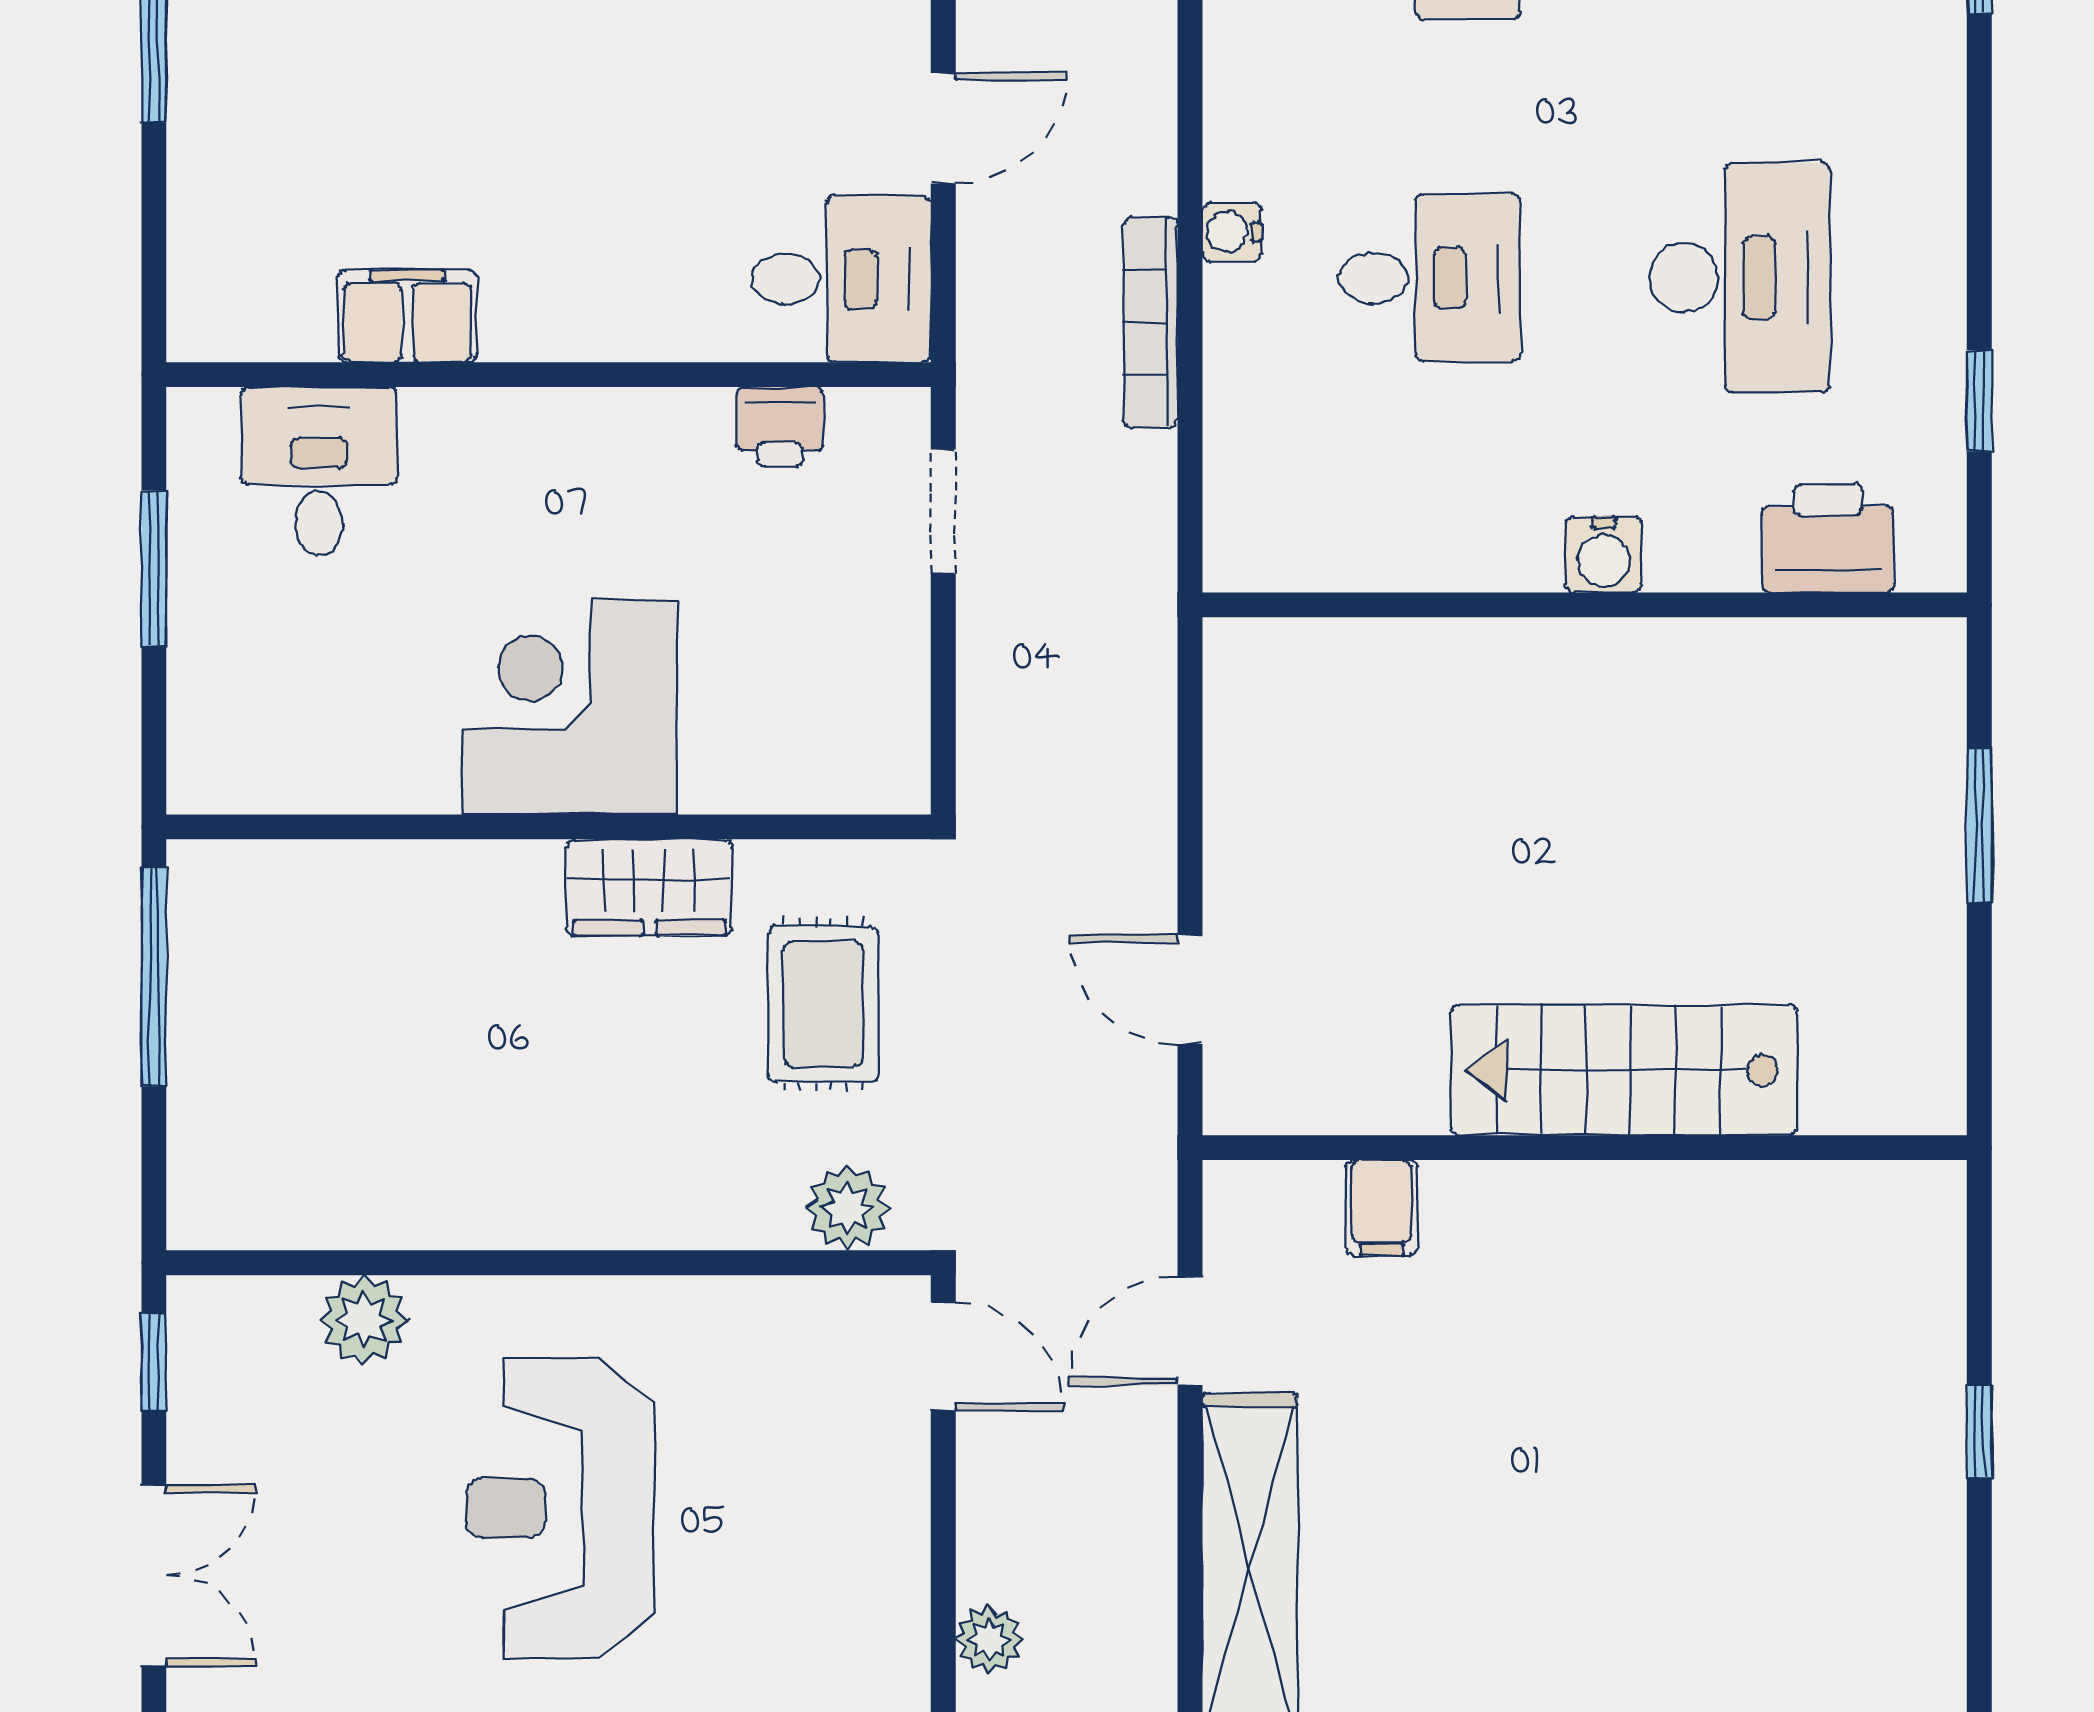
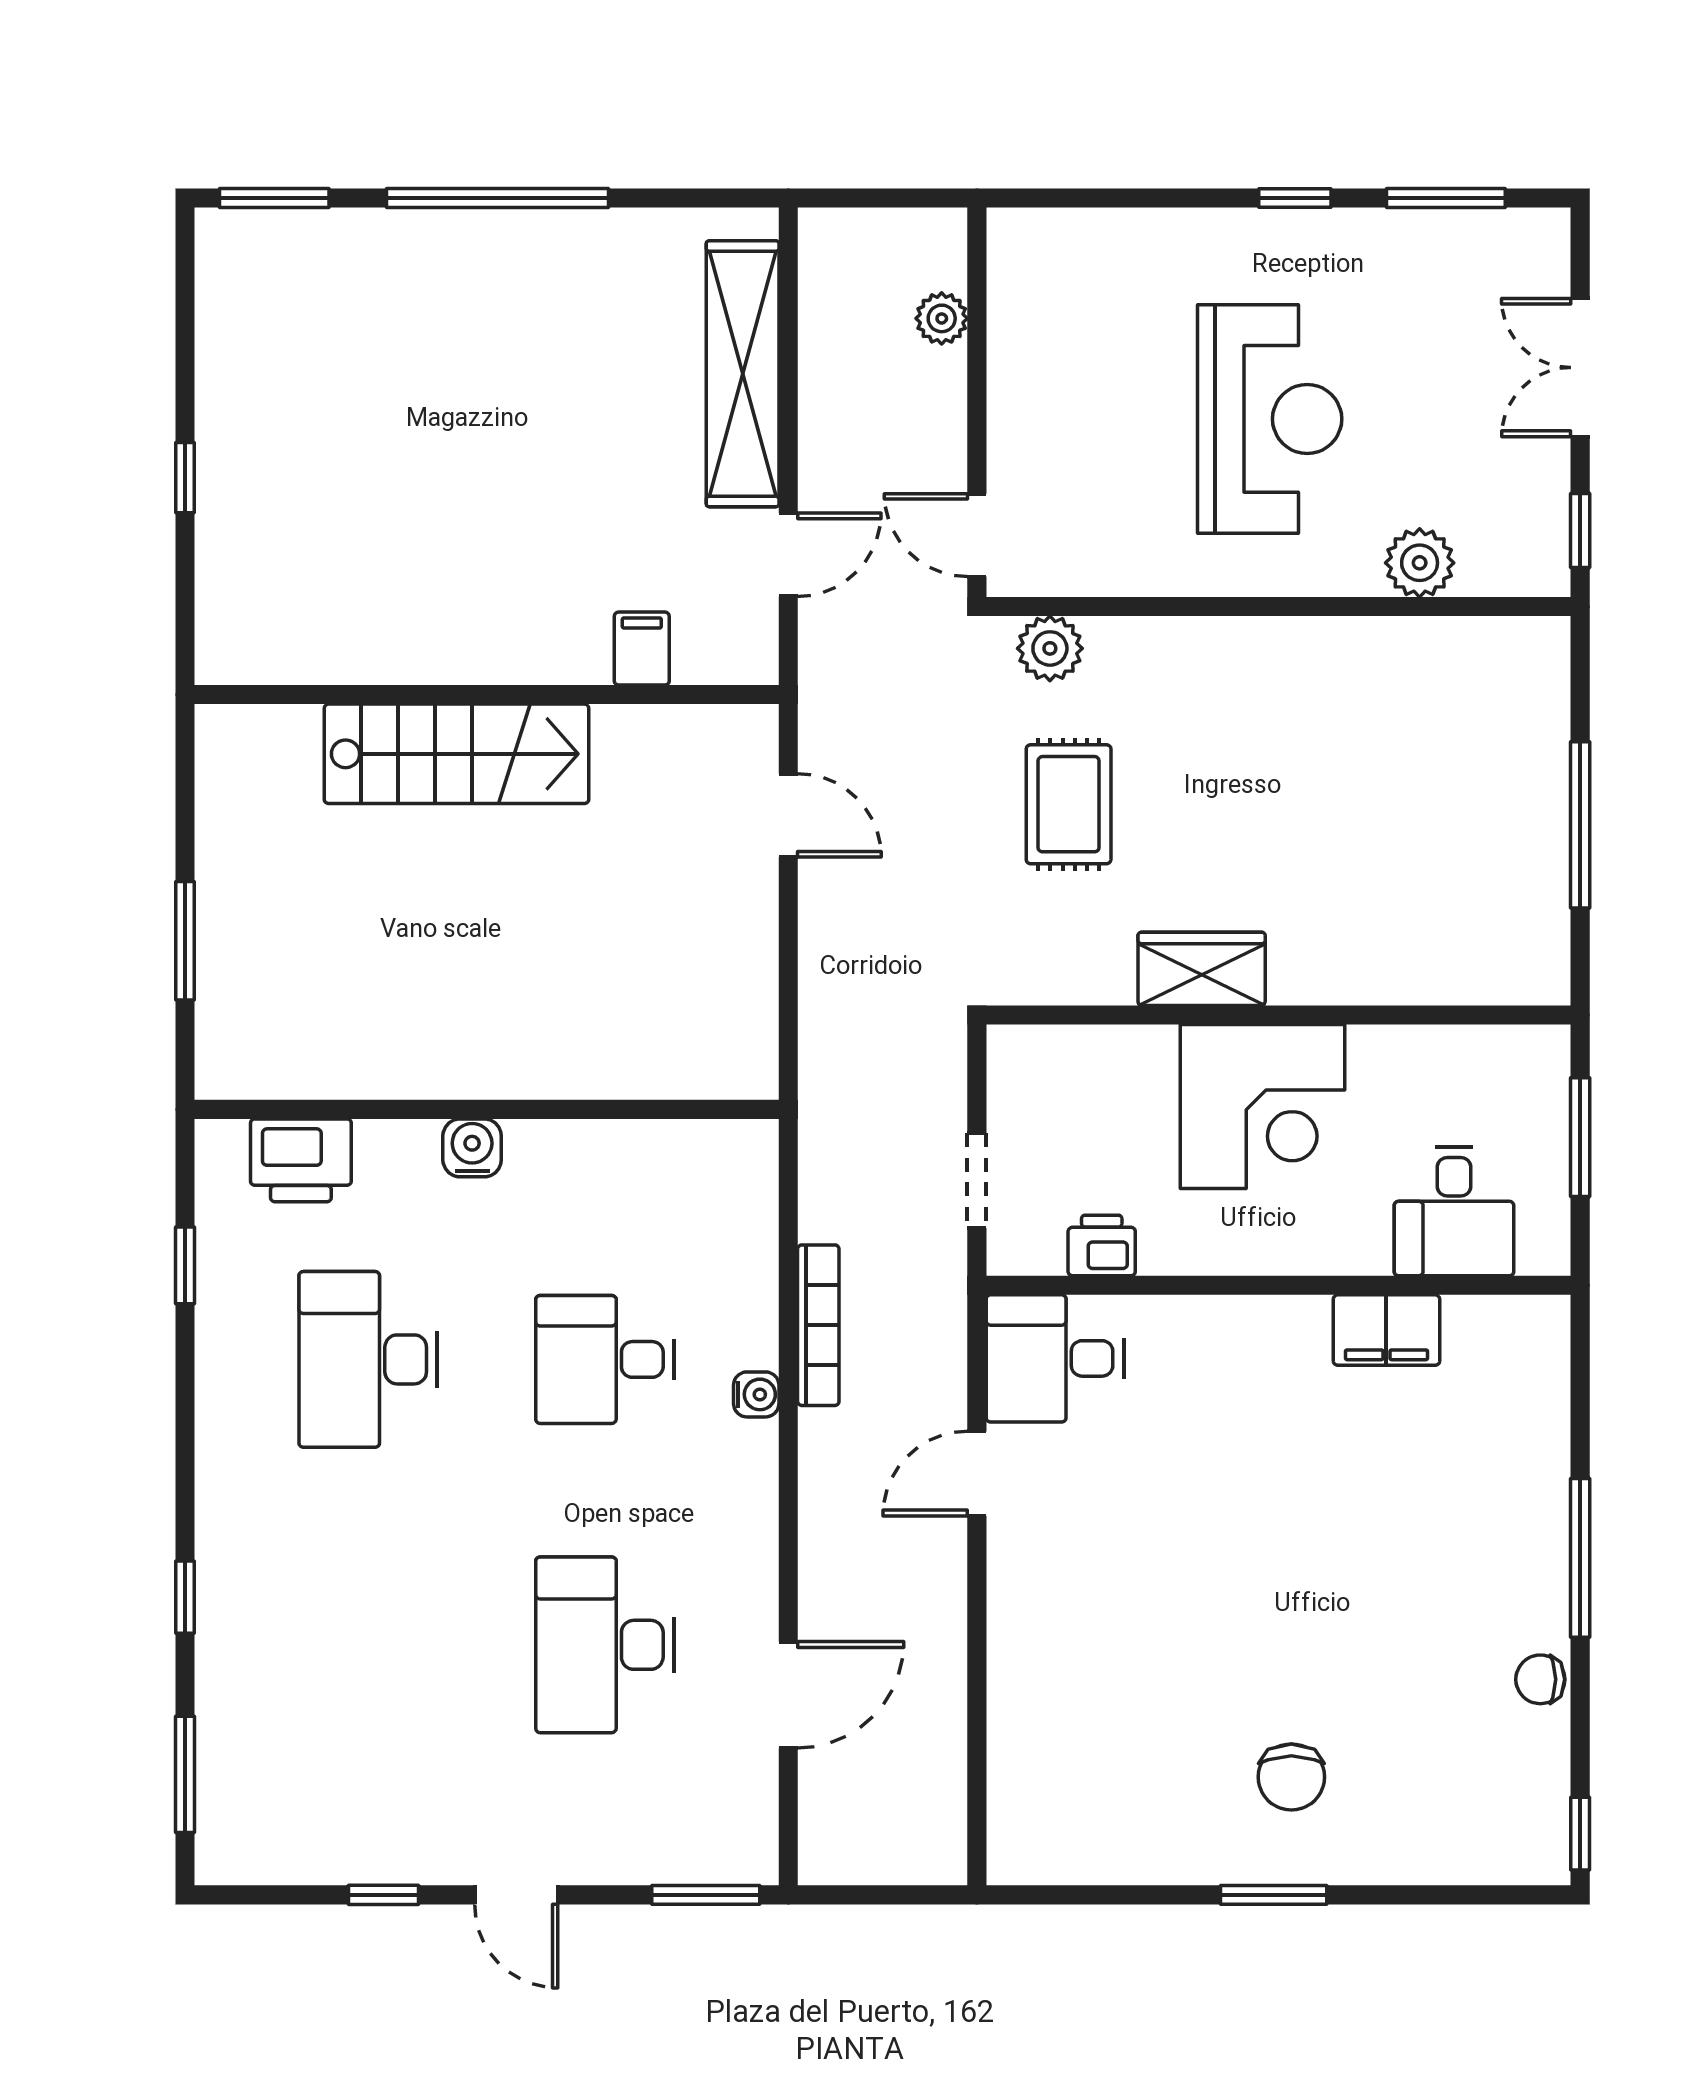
corner desk: (569, 707) -> (1263, 1107), moved
wall: (549, 827) -> (1278, 1015), moved
wardrobe: (649, 887) -> (1202, 969), moved

